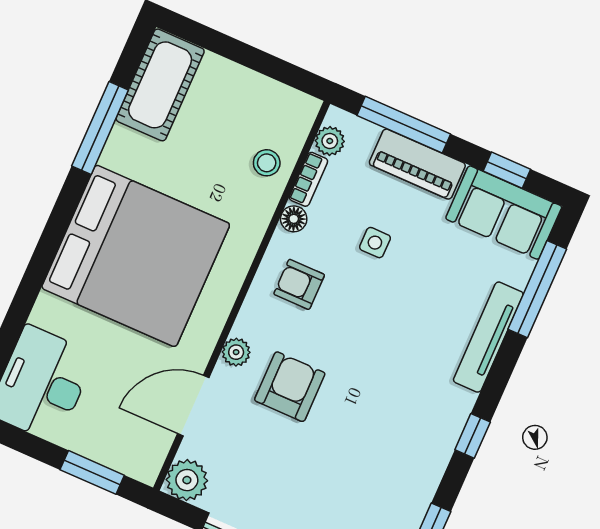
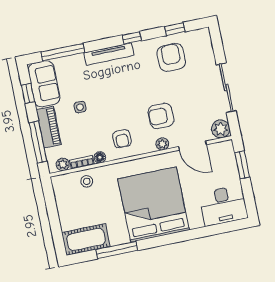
side table: (375, 243) -> (80, 107), moved
tv unit: (488, 337) -> (109, 54), moved
armchair: (384, 483) -> (171, 57), added

